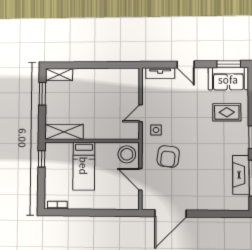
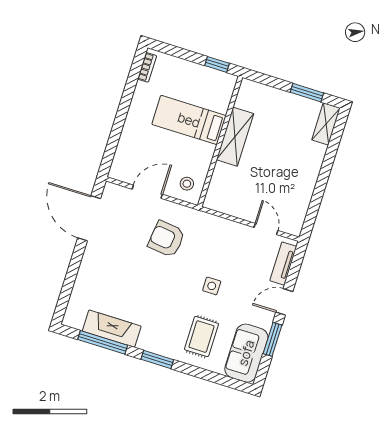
window: (229, 64) -> (273, 339), moved
door: (141, 113) -> (266, 229), moved
side table: (156, 130) -> (212, 286), moved
shelving: (64, 132) -> (235, 137), moved
stool: (127, 154) -> (187, 184), width x0.53, depth x0.53

